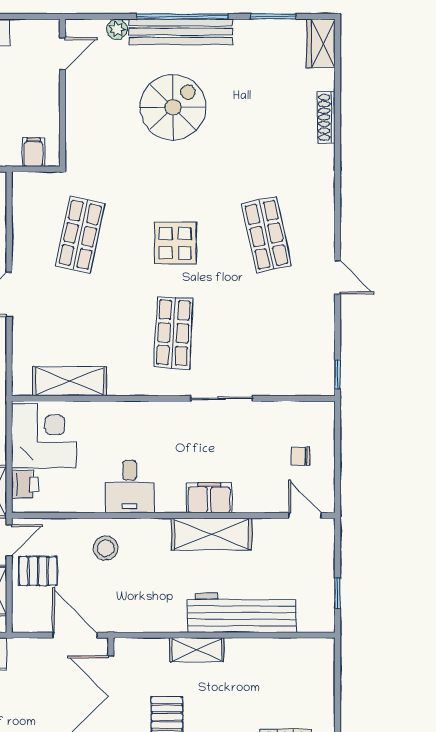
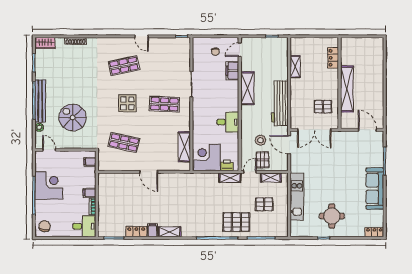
spiral stairs: (173, 107) -> (73, 118), moved
door: (338, 277) -> (142, 36), swing flipped
filing cabinet: (209, 498) -> (232, 71), moved
door: (9, 540) -> (250, 172), hinge flipped
stool: (106, 548) -> (260, 140), moved
workbench: (242, 613) -> (280, 103), moved
door: (75, 635) -> (289, 145), hinge flipped
shelving: (197, 650) -> (295, 67), moved

